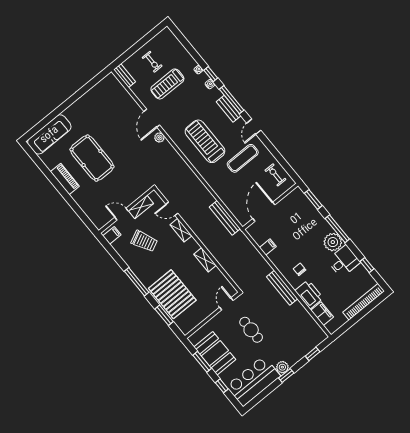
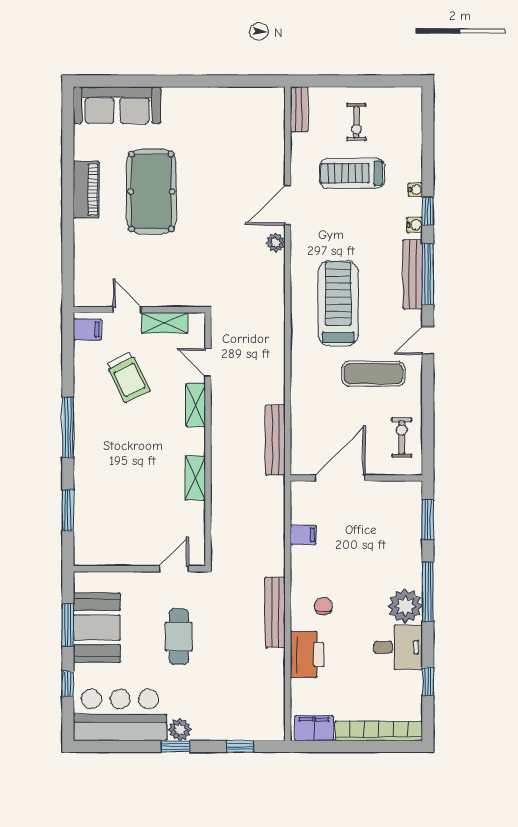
bench: (229, 109) -> (413, 274), width x1.36
pallet: (172, 294) -> (105, 489), removed
filing cabinet: (322, 314) -> (314, 728), moved, turned -90

